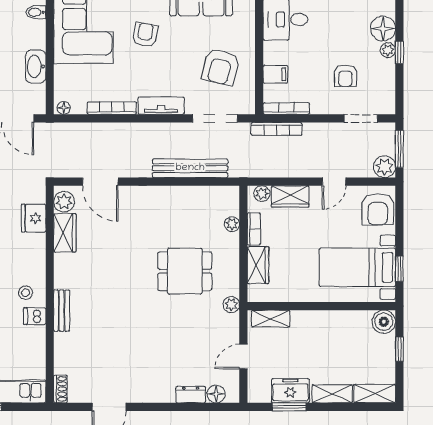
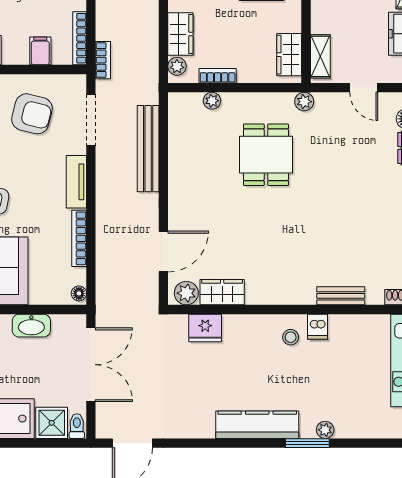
bookcase: (277, 129) -> (103, 60), width x0.64
wardrobe: (258, 265) -> (289, 55), moved, turned -90
bench: (62, 311) -> (341, 296), moved

